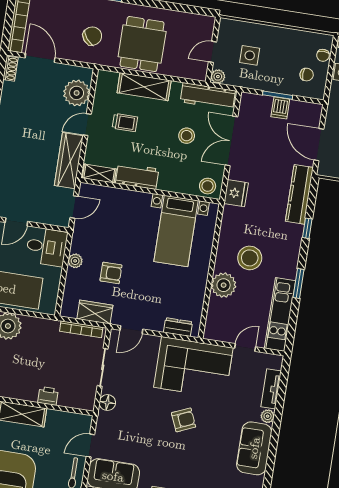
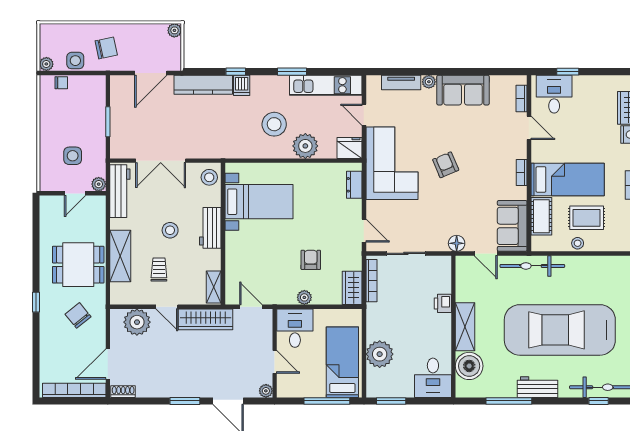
door: (213, 52) -> (75, 193), hinge flipped
chair: (307, 75) -> (83, 96), removed
dishwasher: (280, 108) -> (242, 85), moved, turned 90
stool: (187, 136) -> (170, 230), moved
workbench: (137, 176) -> (210, 228), moved
fridge: (236, 193) -> (350, 148), moved
wardrobe: (95, 312) -> (352, 288), moved
floor lamp: (107, 403) -> (457, 243), moved

